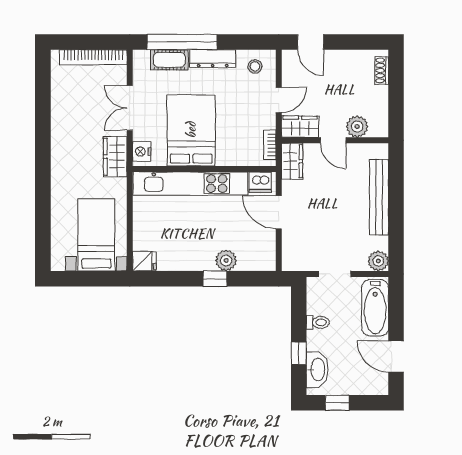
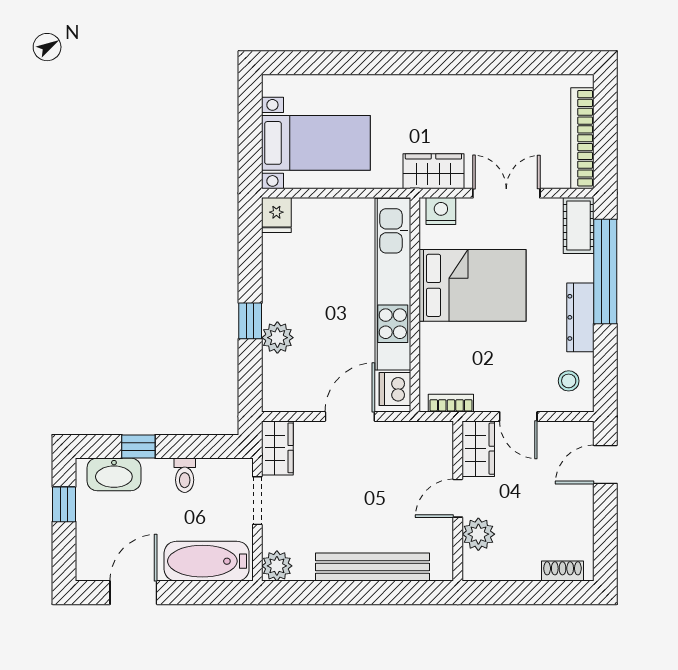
cot: (169, 60) -> (579, 225), moved
wardrobe: (292, 161) -> (277, 448), moved, turned -90

